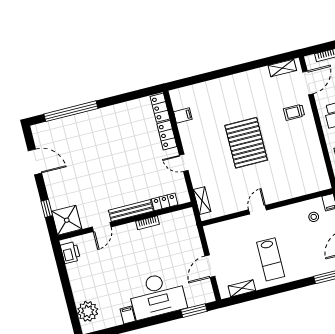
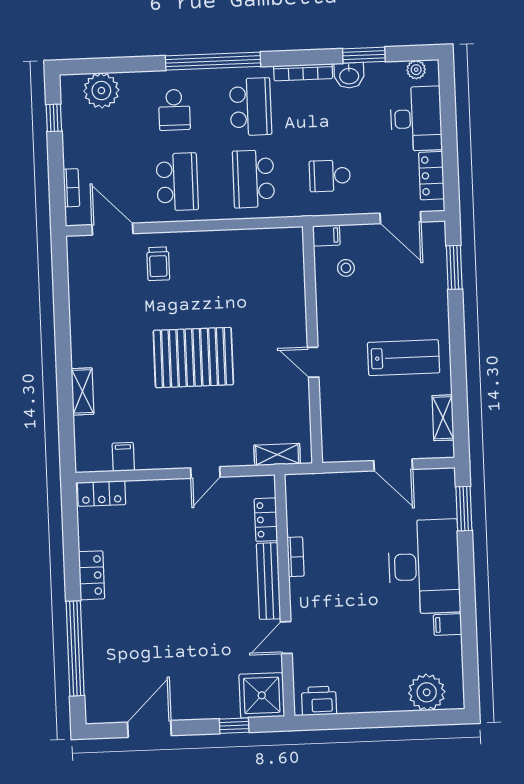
shelving: (282, 68) -> (82, 391), moved
locker: (167, 135) -> (92, 575), moved, turned -90
door: (102, 227) -> (286, 638), swing flipped

